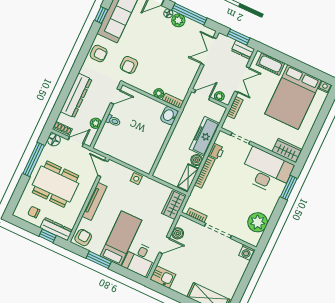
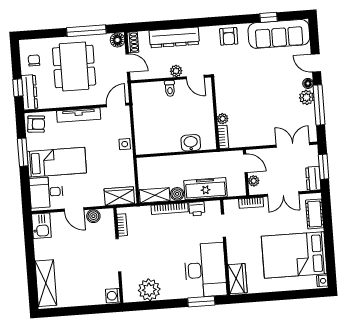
armchair: (129, 65) -> (234, 73), removed
washbasin: (169, 116) -> (191, 143), moved
plant: (96, 123) -> (176, 71), moved

